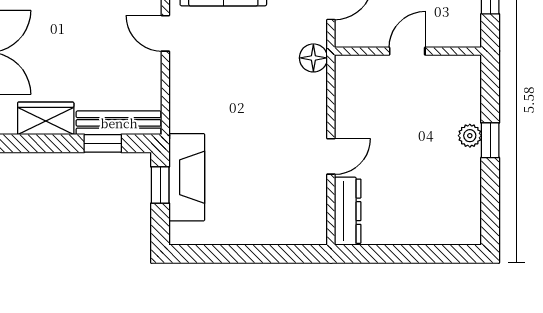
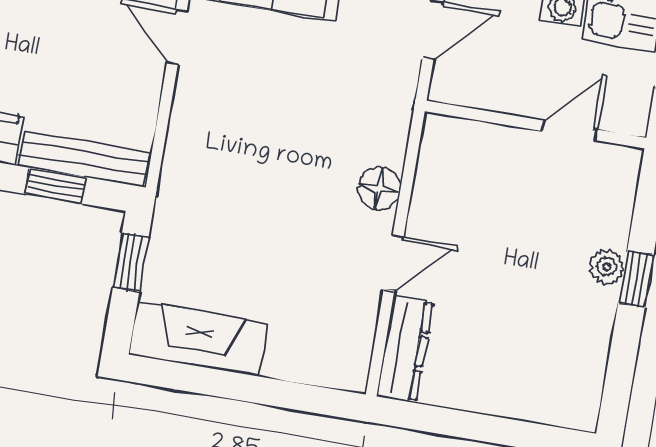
door: (407, 51) -> (569, 130), moved
floor lamp: (313, 58) -> (379, 188), moved
fireplace: (187, 177) -> (198, 339), moved, turned -90

